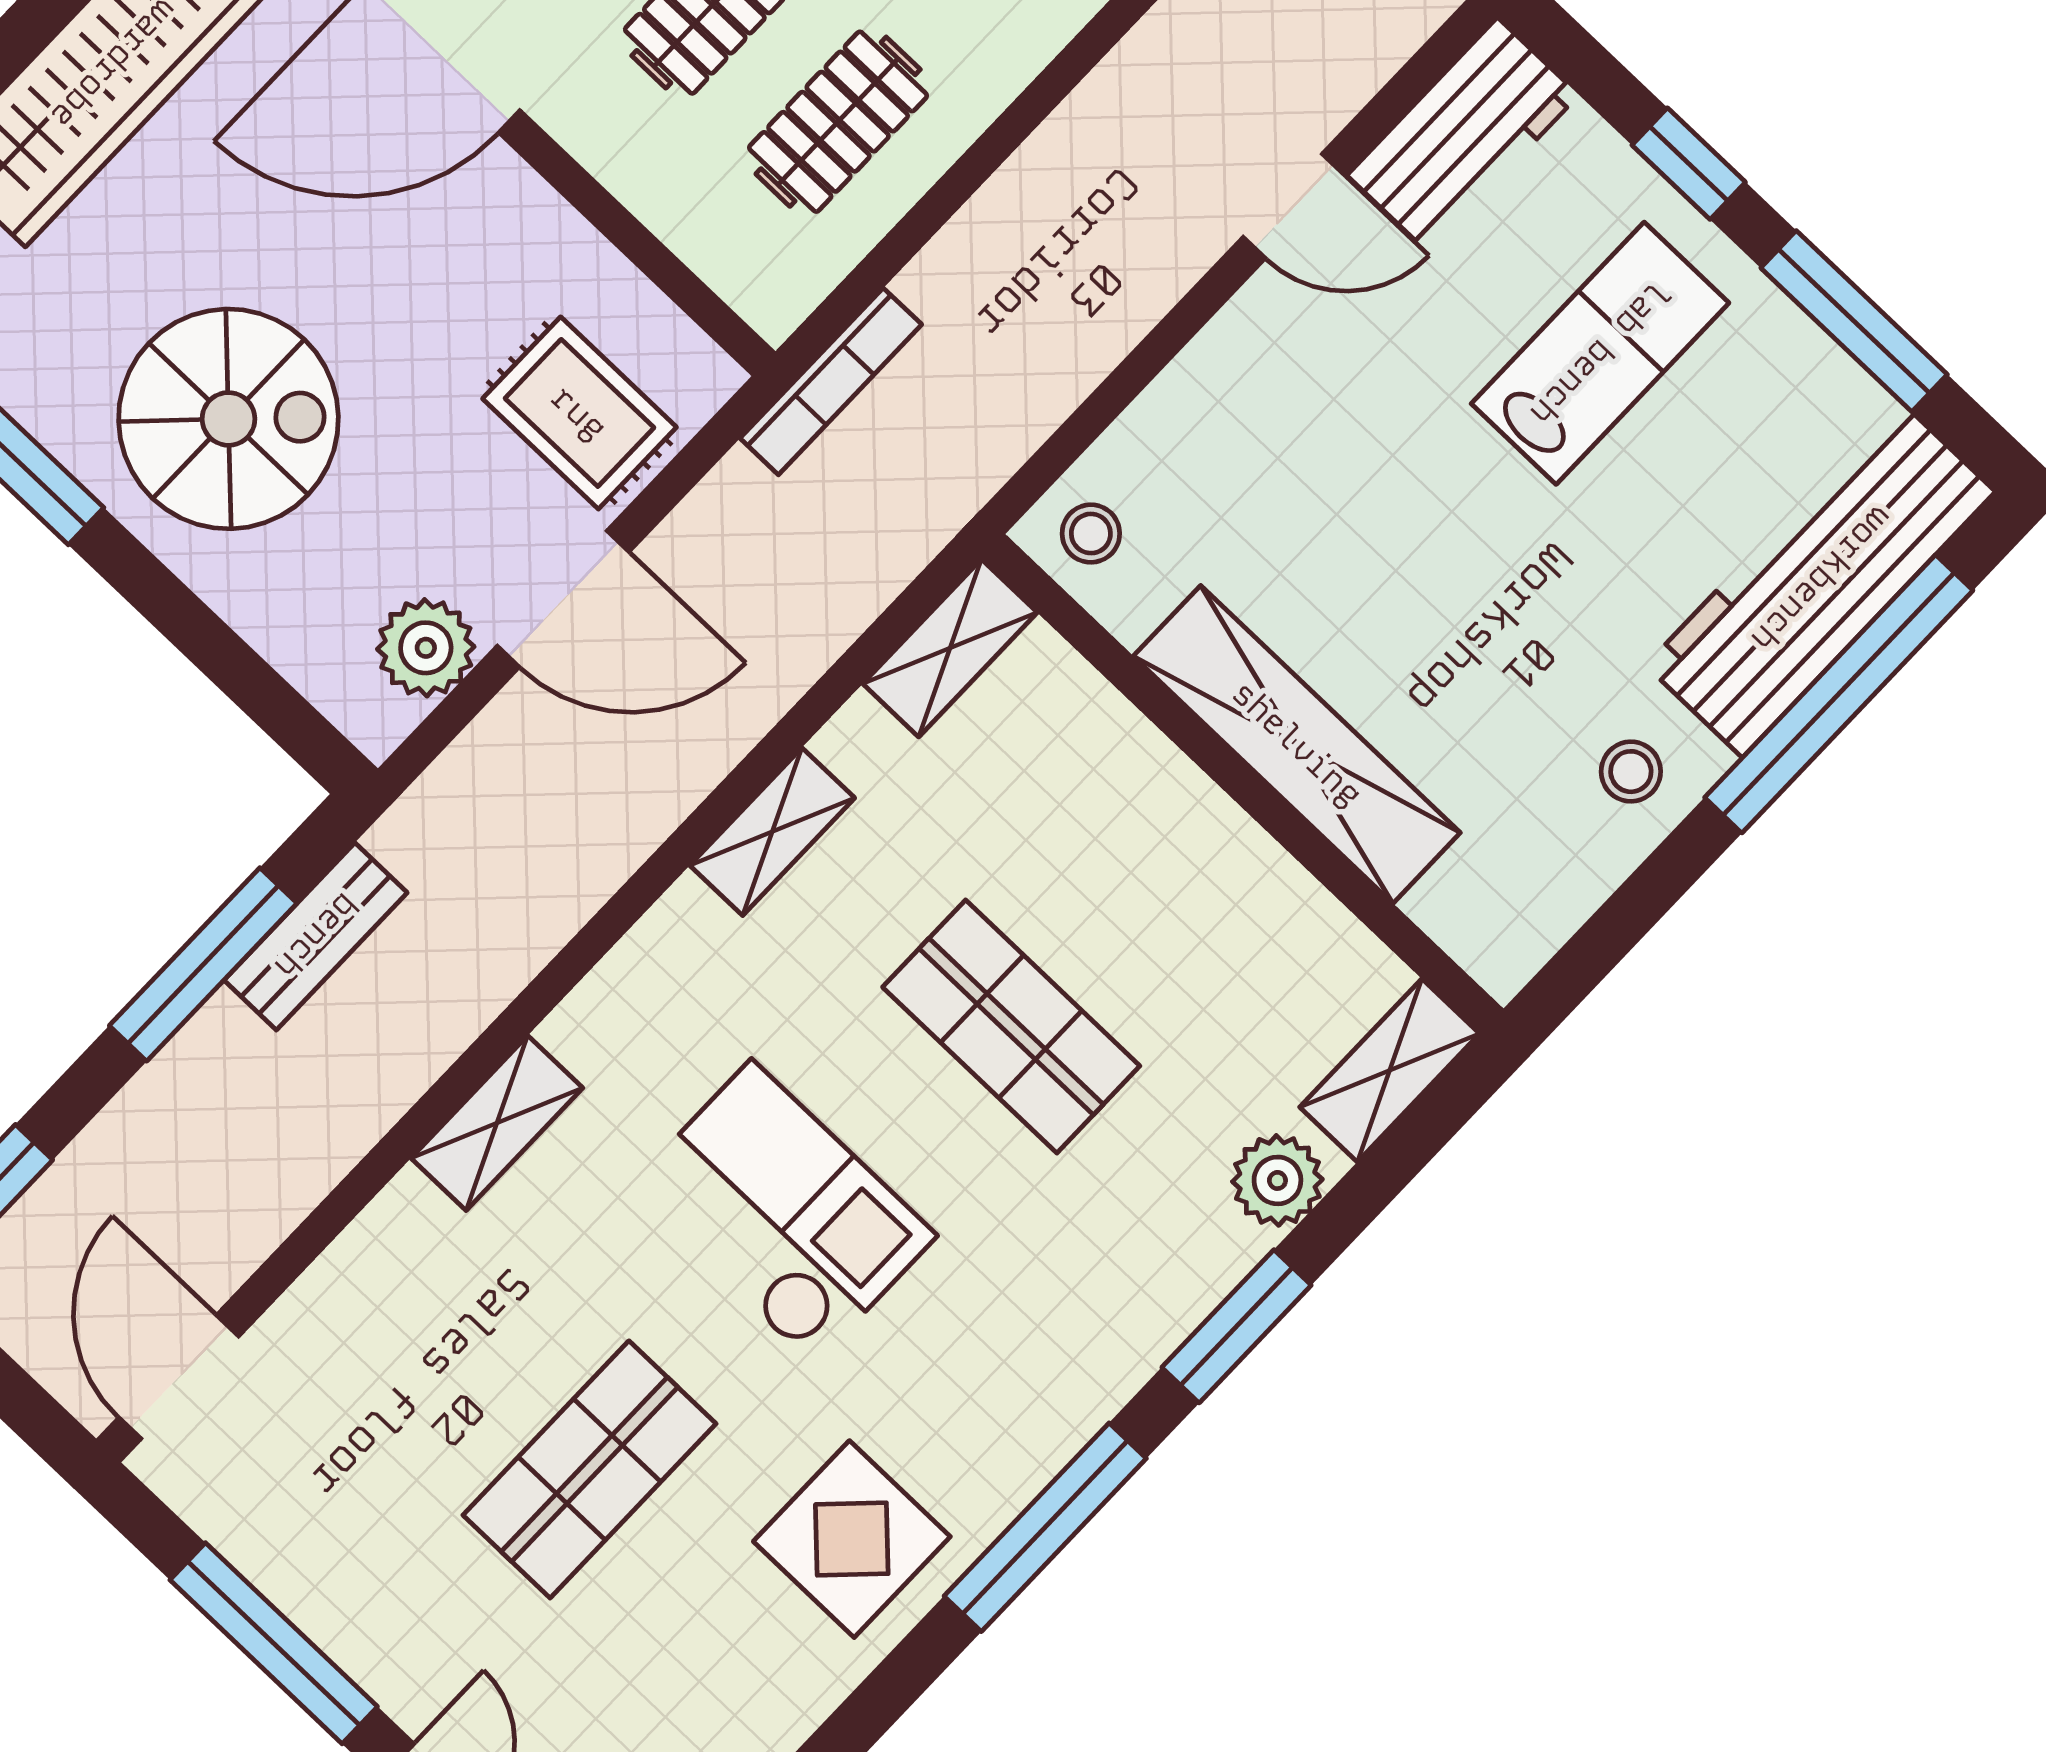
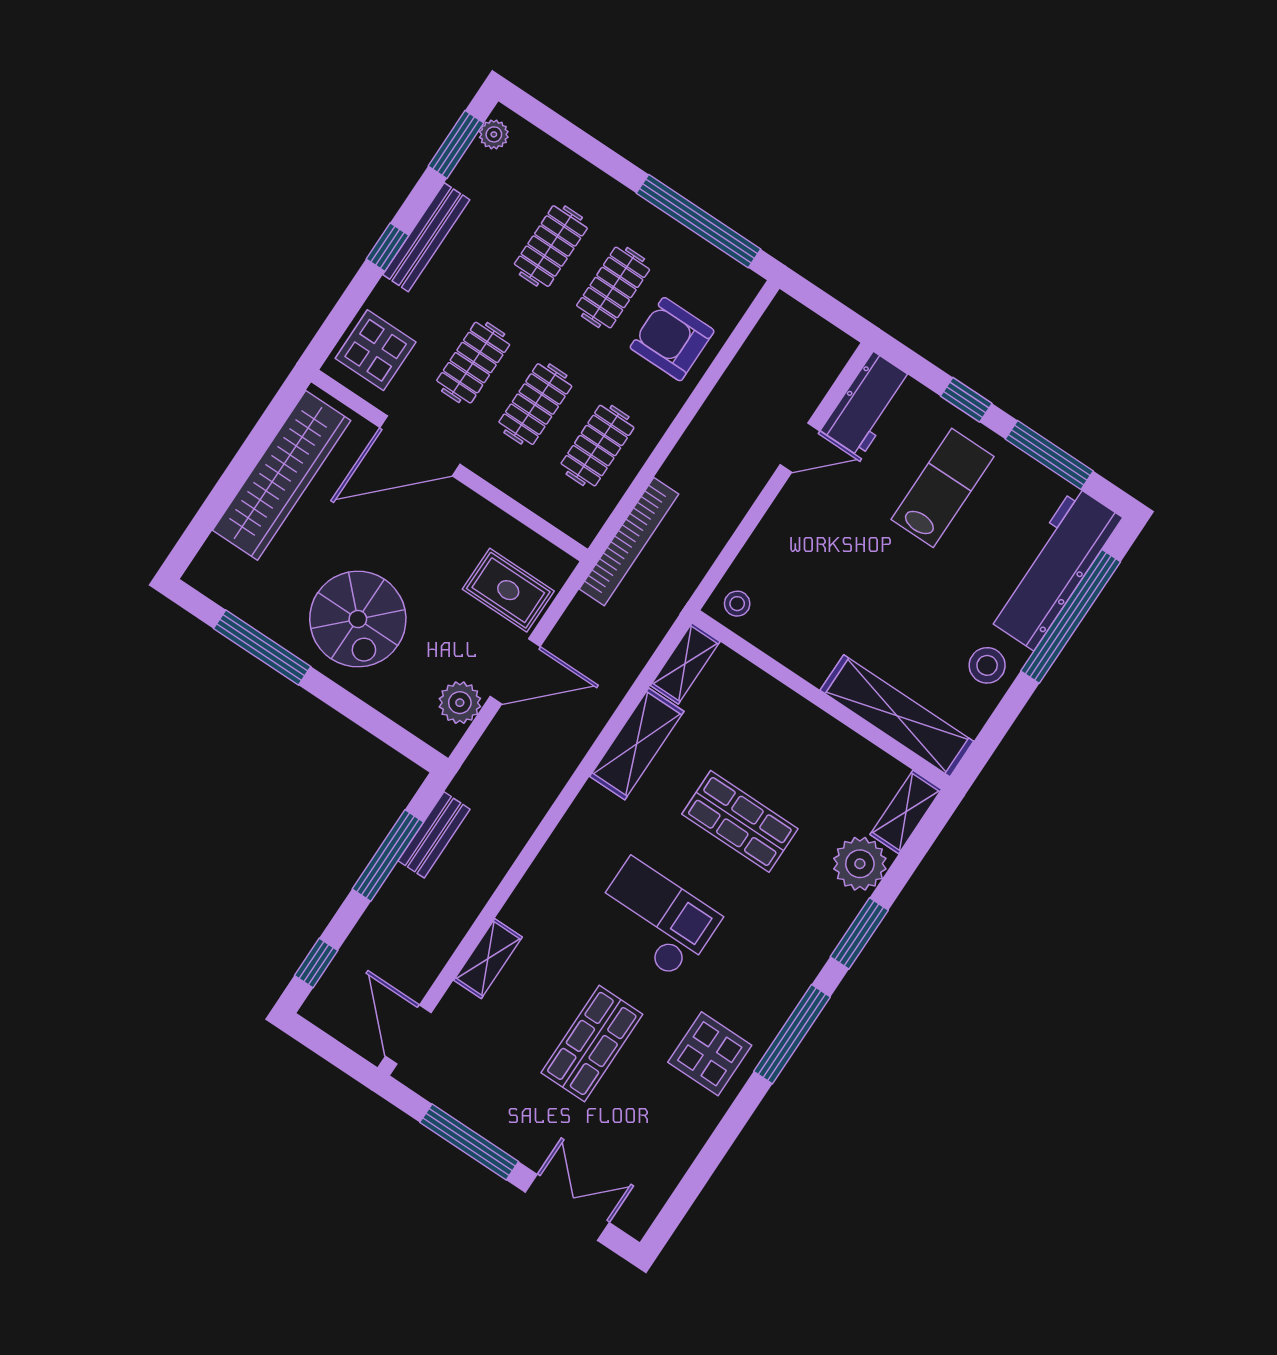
bookcase: (831, 381) -> (629, 542), width x1.48, depth x1.31
spiral stairs: (228, 419) -> (358, 619), turned 90
shelving: (1297, 744) -> (897, 716), moved
stool: (1631, 772) -> (987, 665), width x1.37, depth x1.37
shelving: (772, 832) -> (637, 744), width x1.50, depth x1.33
shelving: (497, 1123) -> (488, 959), moved
plant: (1277, 1180) -> (860, 864), width x1.36, depth x1.36

